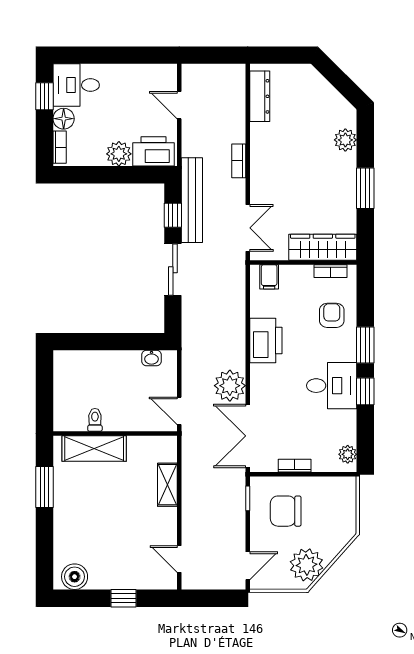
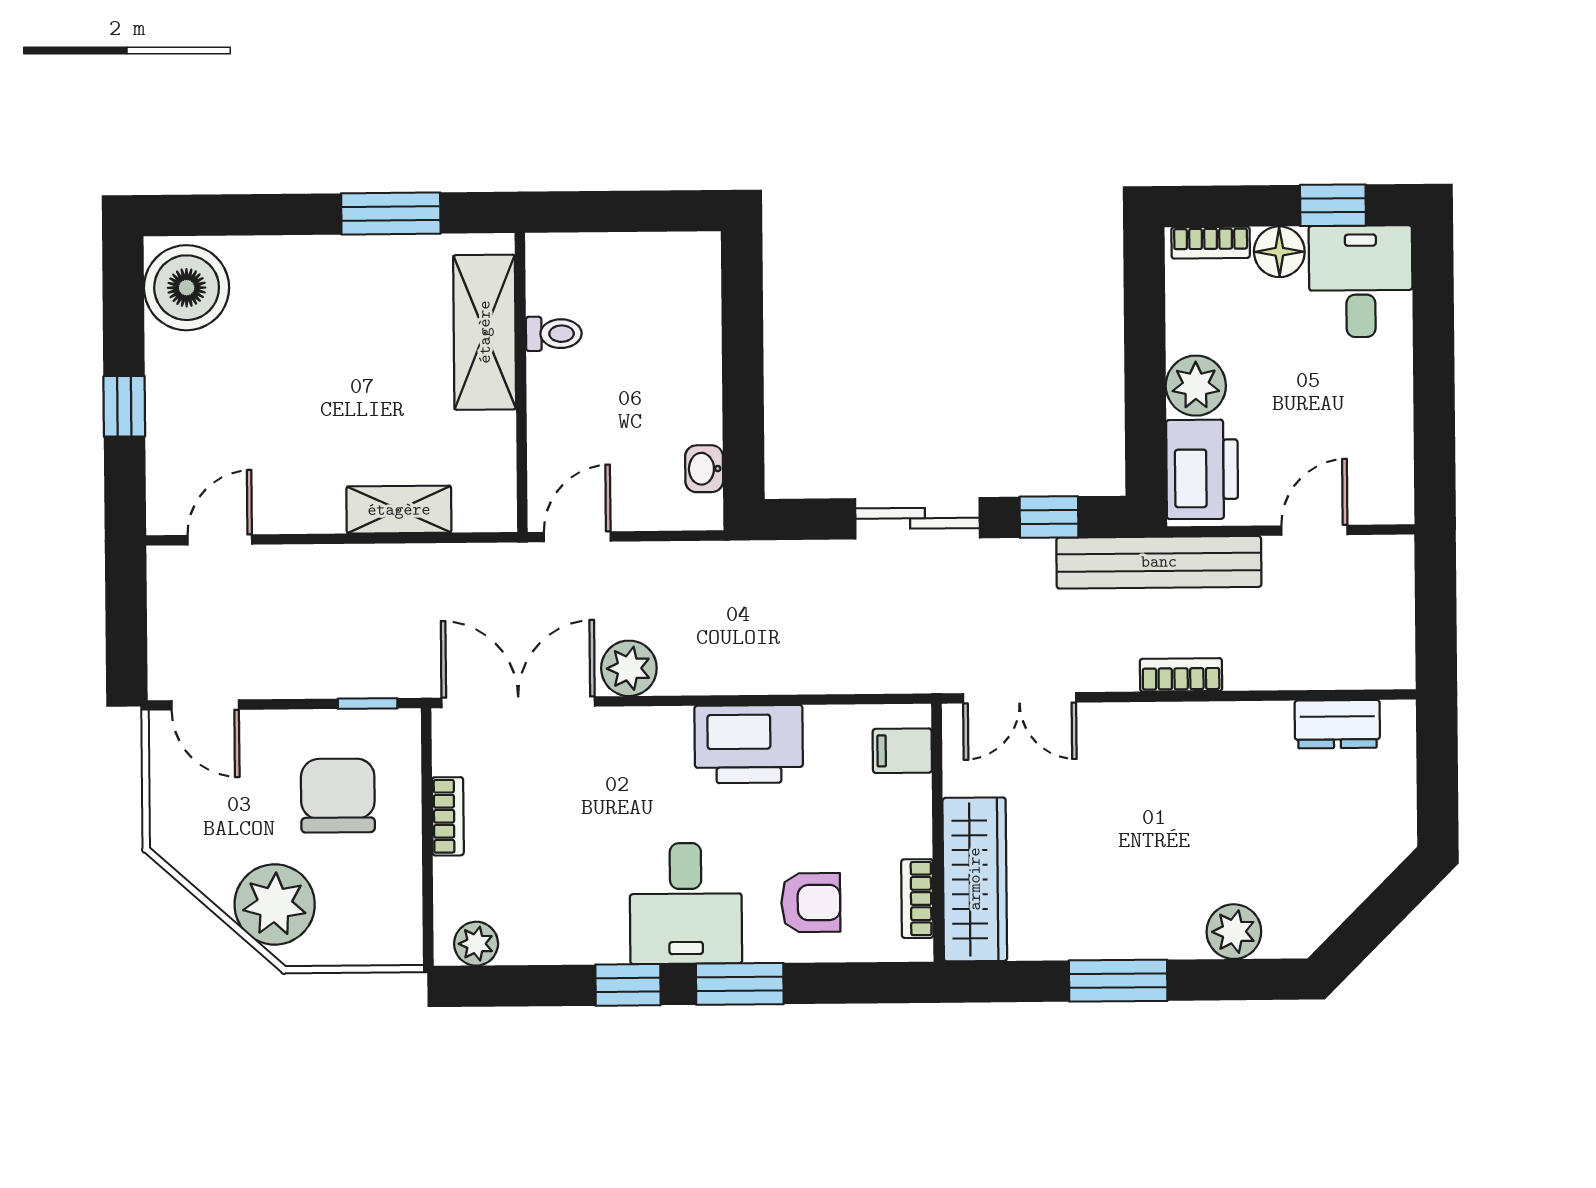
dresser: (260, 96) -> (1337, 724), width x0.70
bench: (192, 200) -> (1159, 562), moved
plant: (230, 386) -> (629, 668), width x0.73, depth x0.73
desk: (332, 386) -> (686, 903), moved
plant: (306, 565) -> (275, 904), moved
boiler: (75, 577) -> (187, 288), width x1.37, depth x1.37

